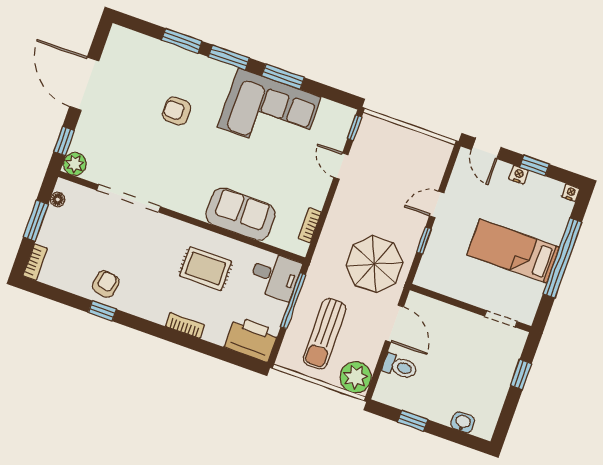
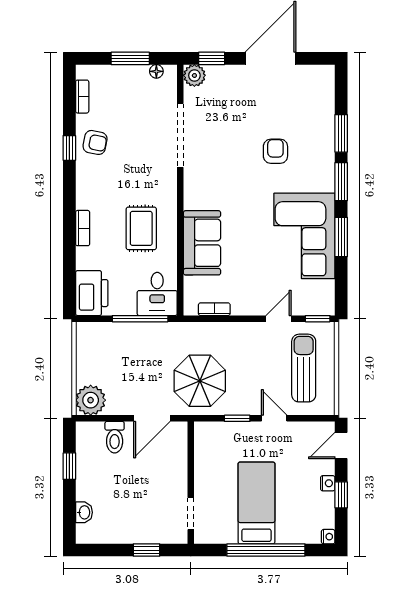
bookcase: (35, 262) -> (82, 97), moved, turned -90
sun lounger: (324, 334) -> (304, 368), moved, turned 90

